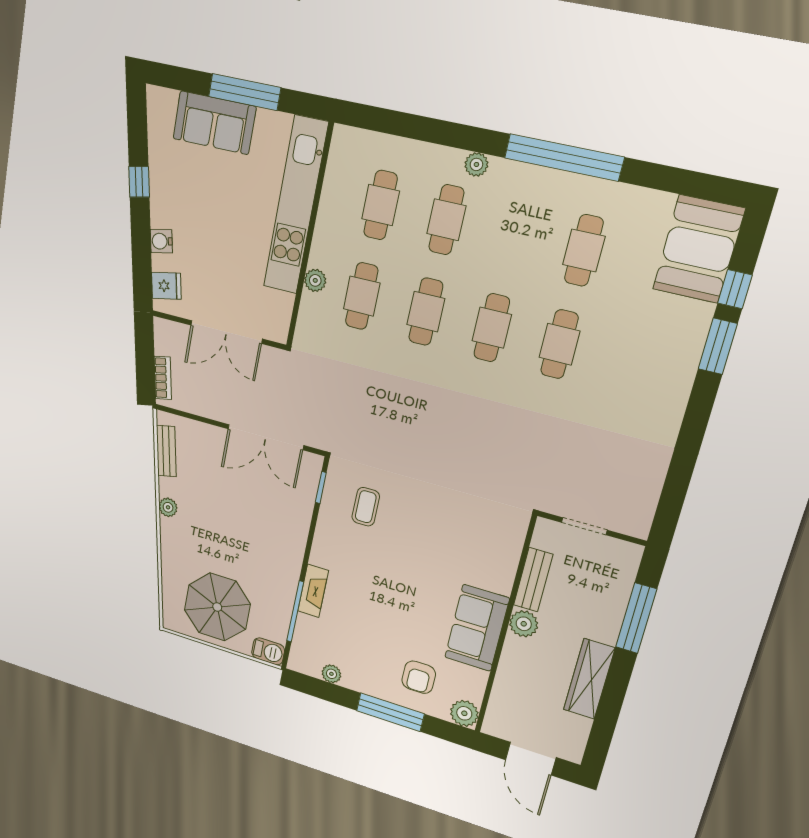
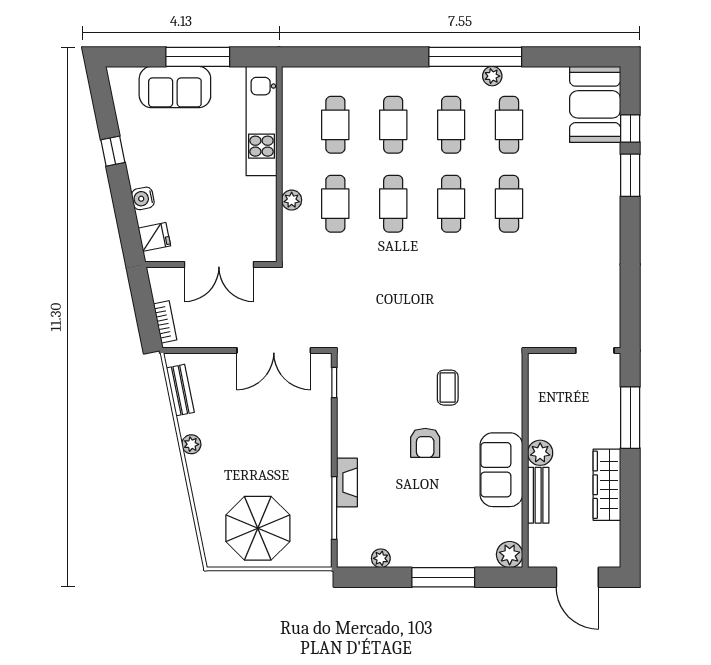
plant: (476, 164) -> (492, 76), moved
kitchen unit: (296, 206) -> (261, 121), width x0.73
cafe table: (514, 235) -> (451, 125), added
coffee table: (366, 507) -> (448, 388), moved
doorway: (584, 526) -> (595, 350), moved
bench: (533, 580) -> (538, 495), moved
barbecue: (268, 651) -> (316, 556), removed
armchair: (419, 677) -> (425, 443), moved

